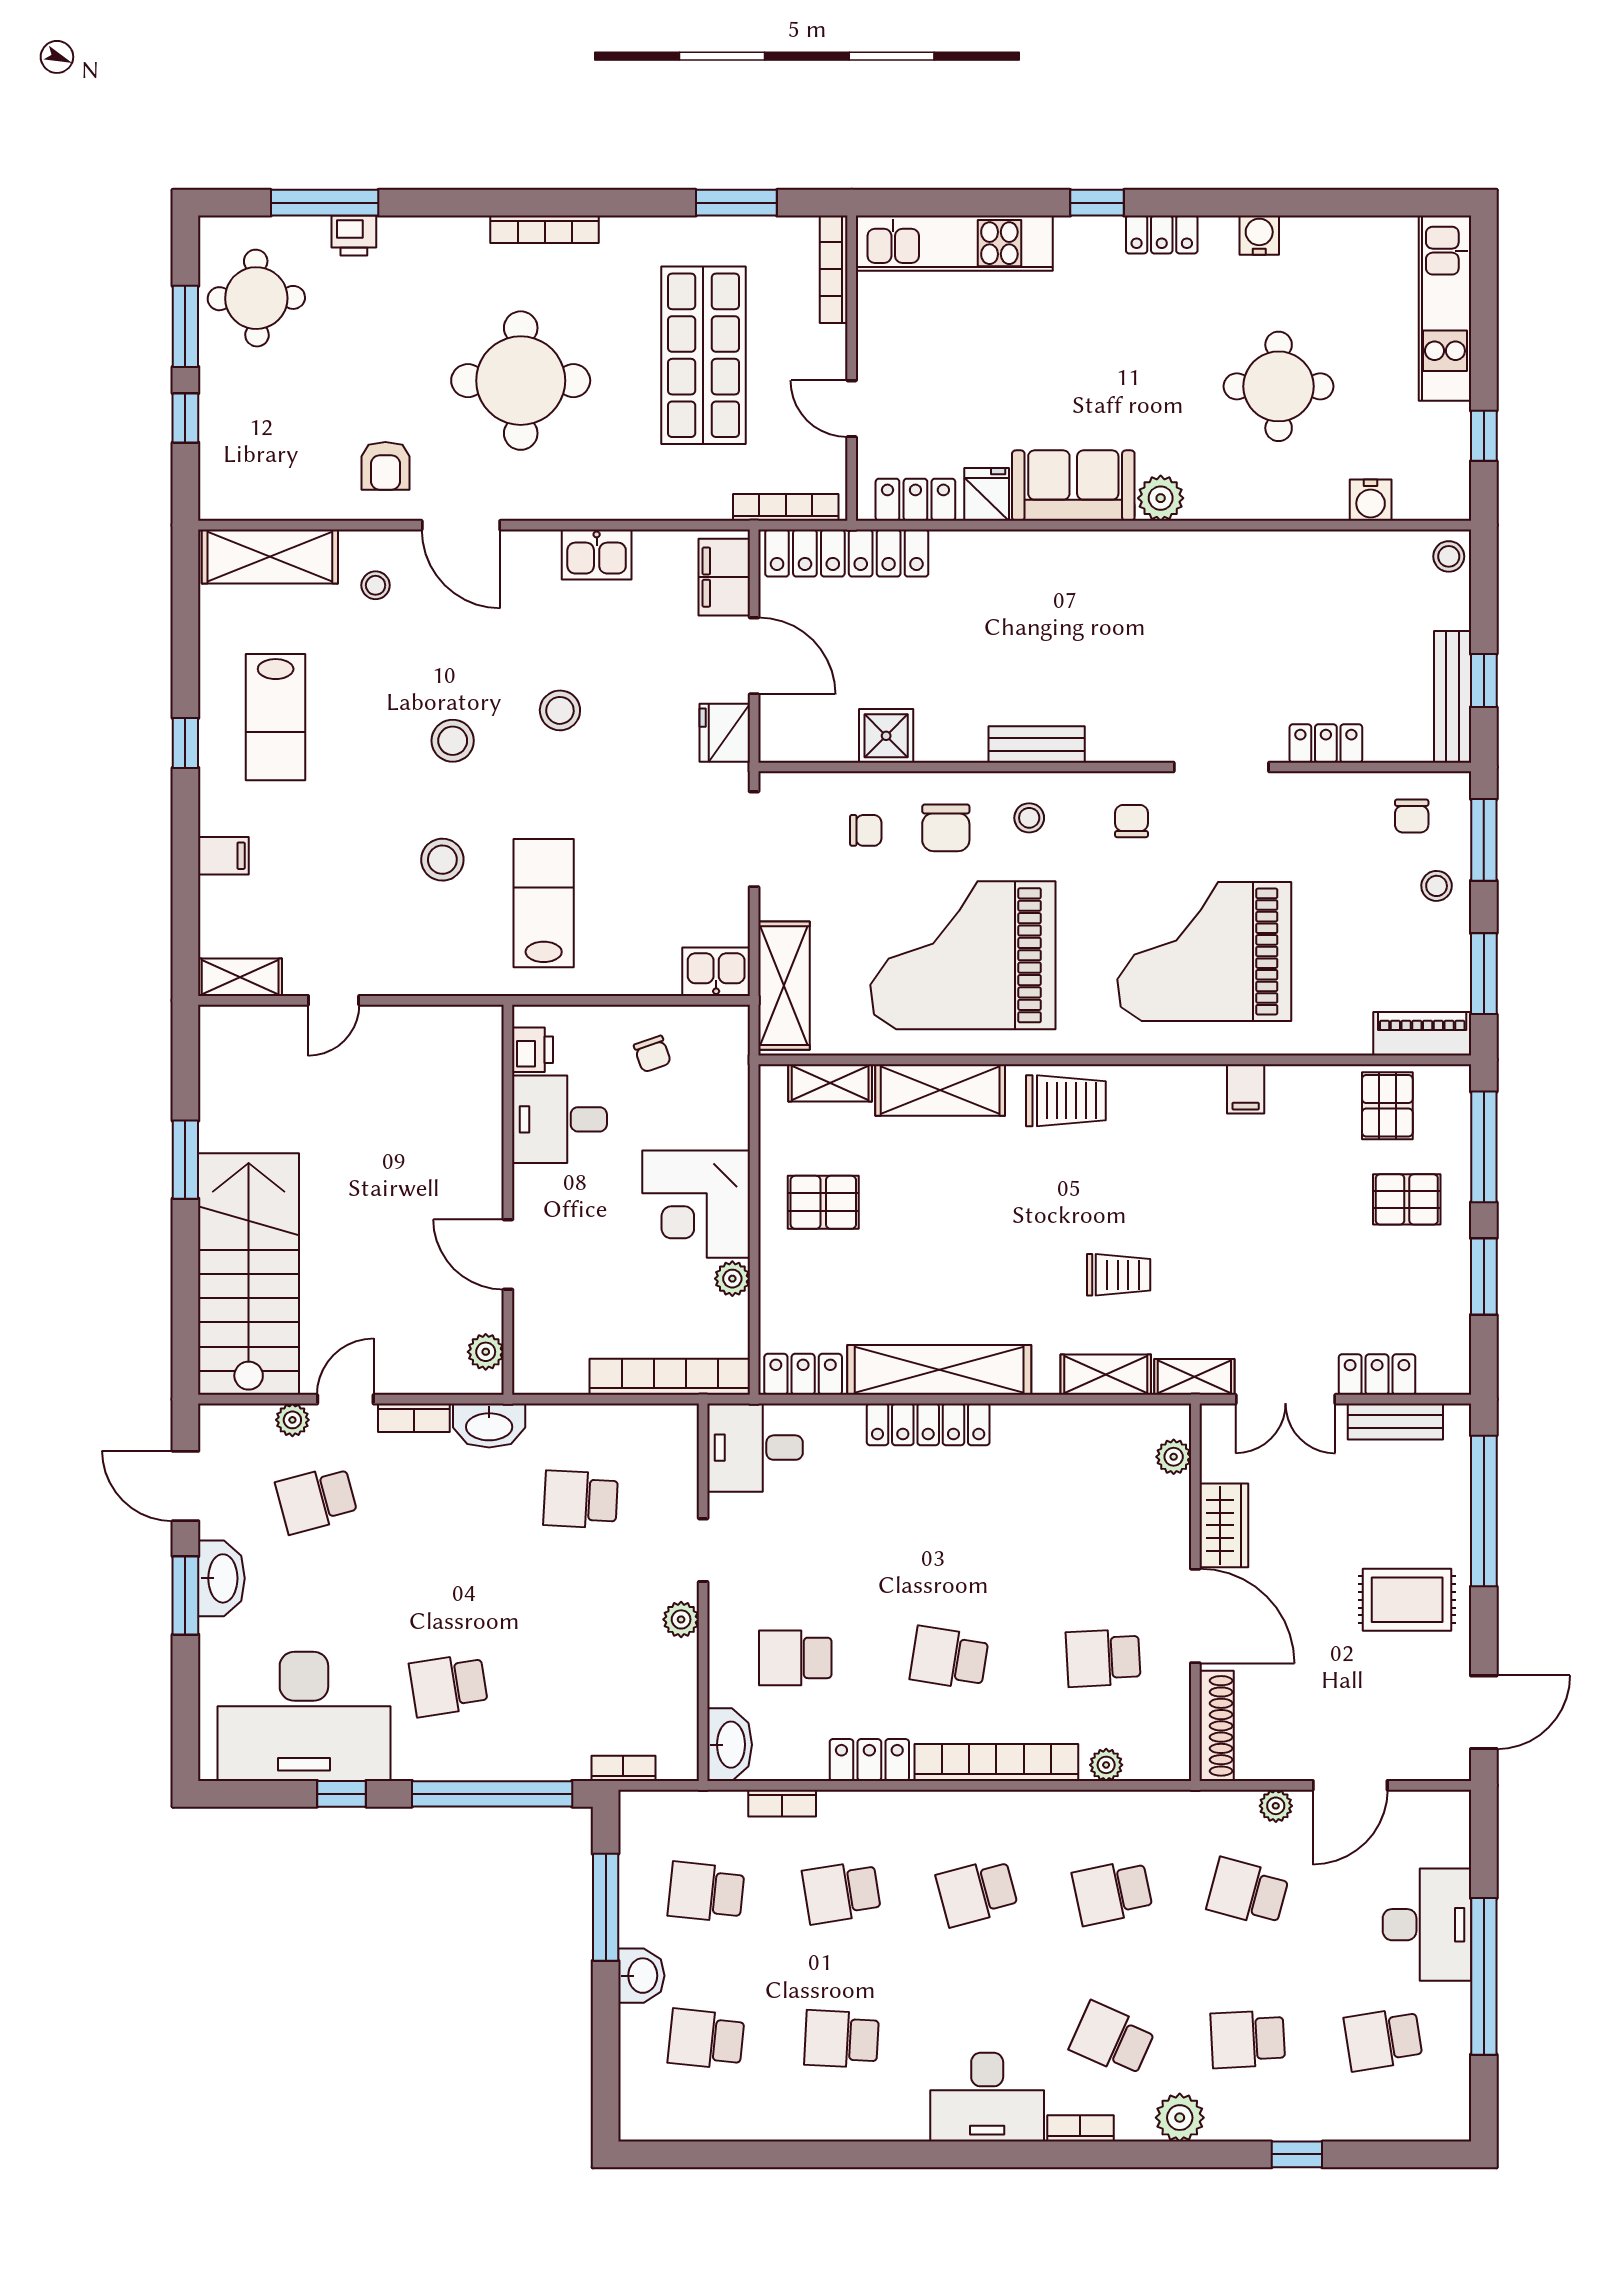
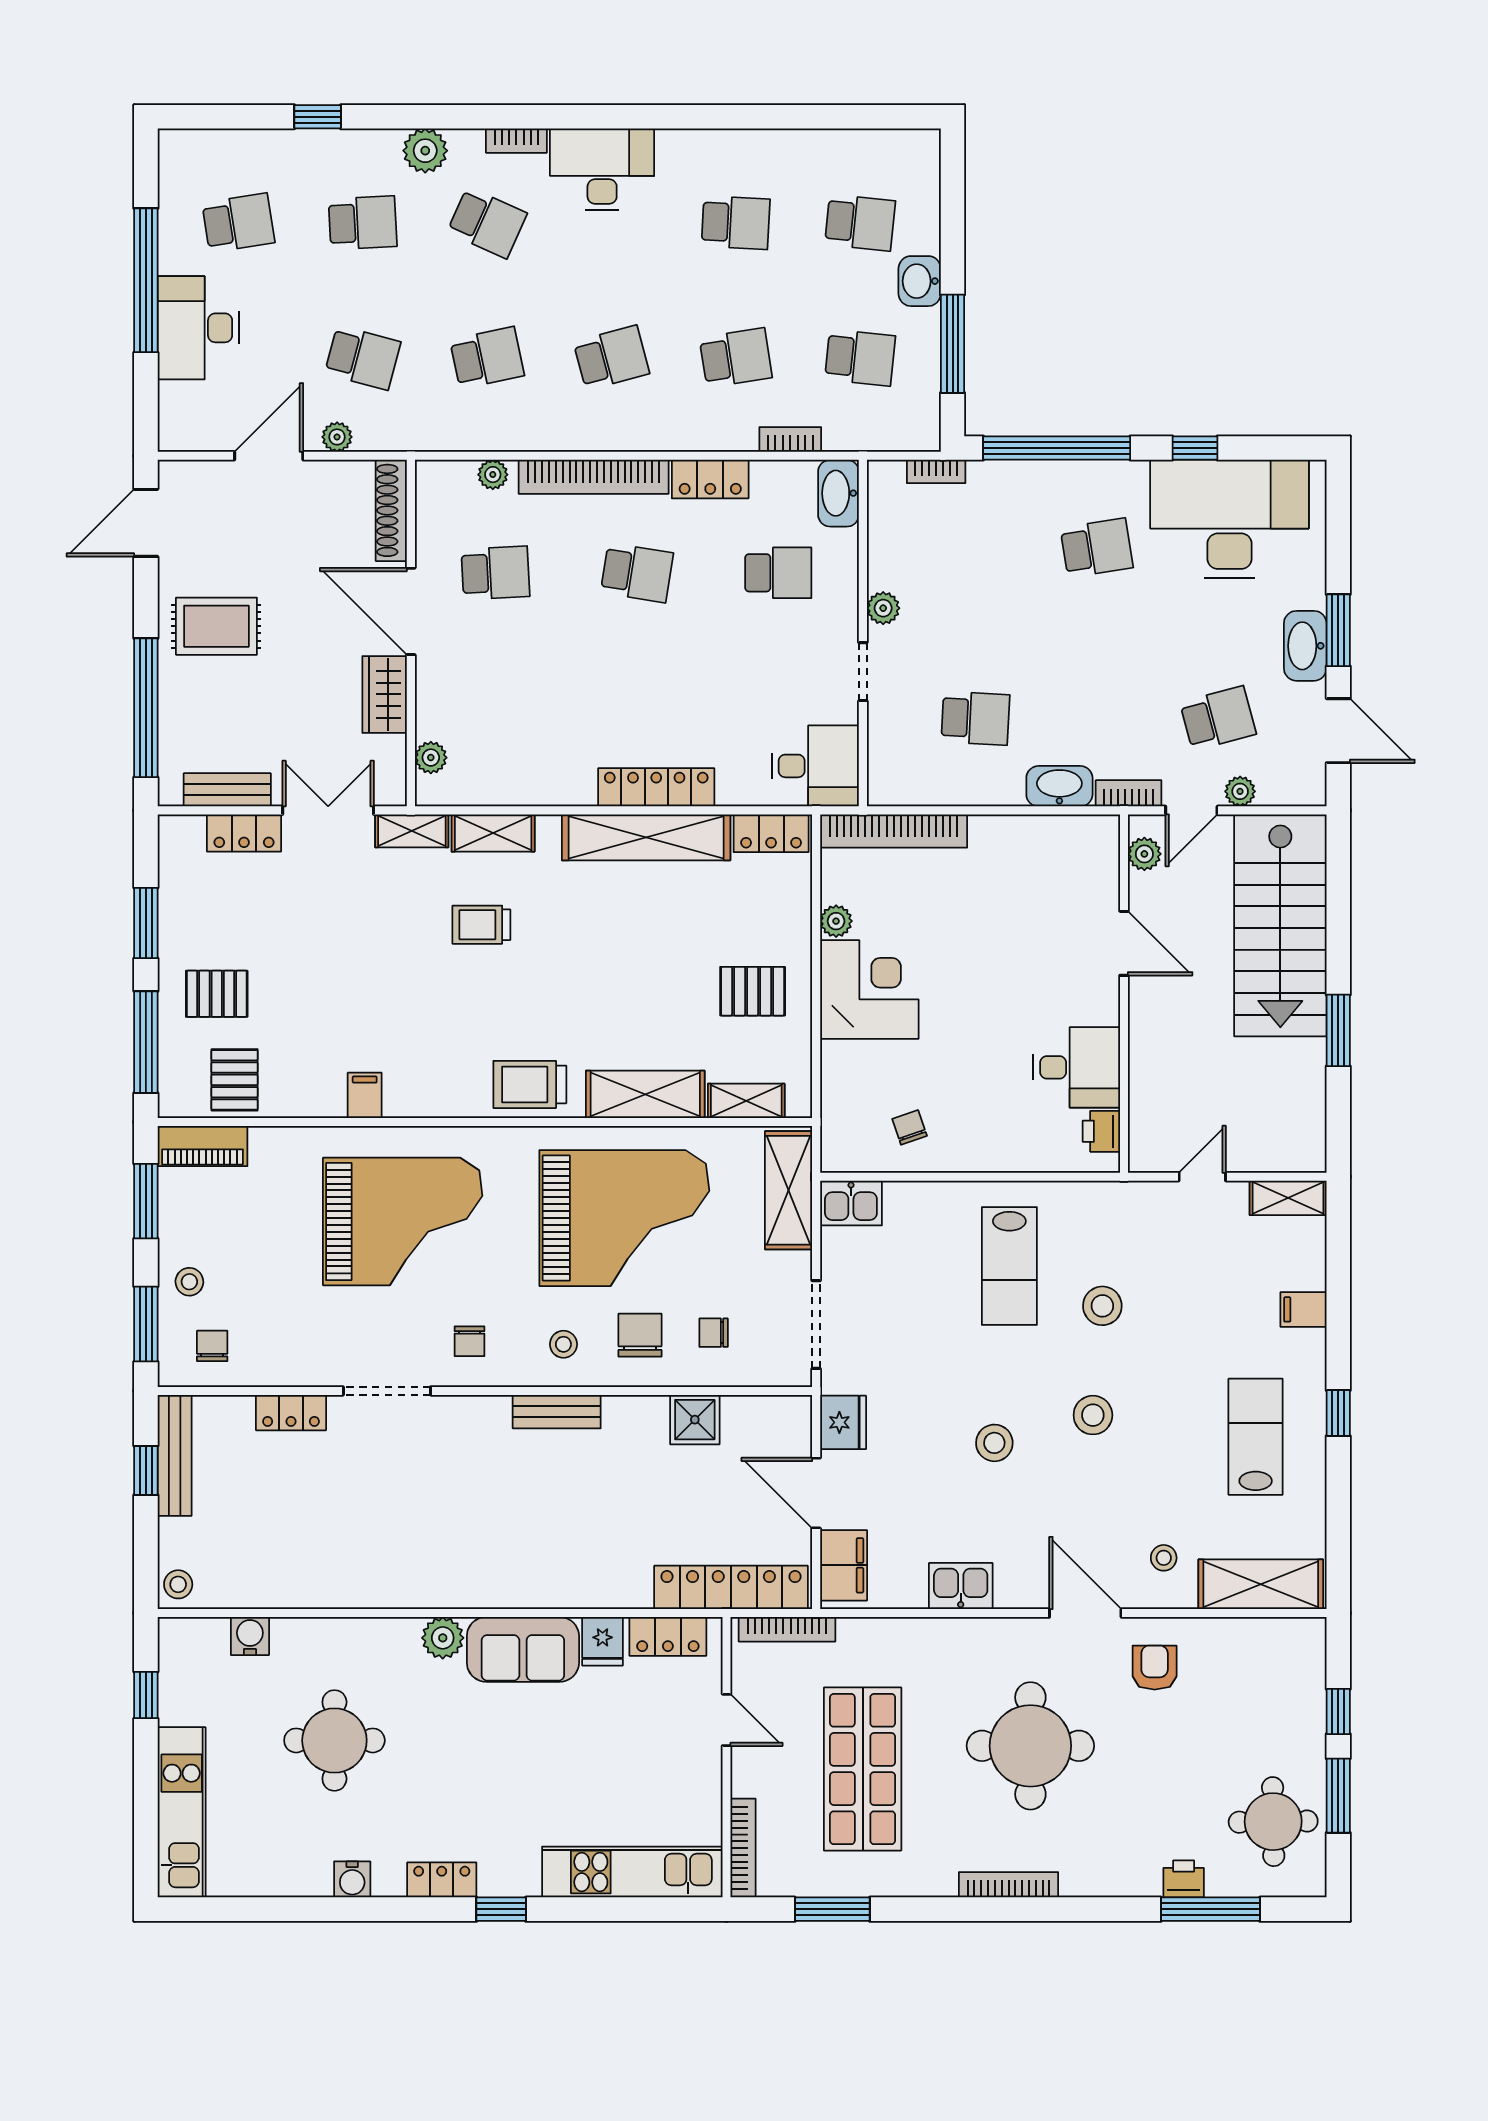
printer: (533, 1050) -> (1101, 1131), moved
desk: (559, 1119) -> (1077, 1067), moved
wall: (508, 1200) -> (1124, 994), moved
door: (508, 1254) -> (1124, 943), moved
plant: (486, 1352) -> (1144, 854), moved

